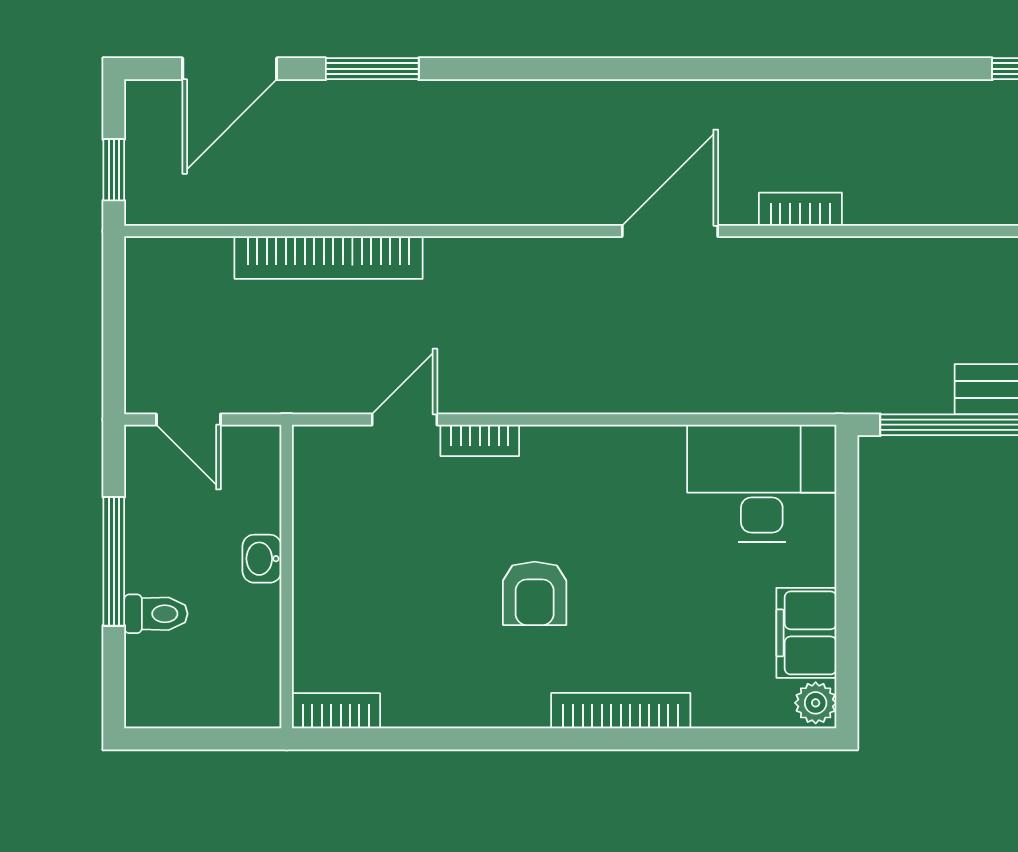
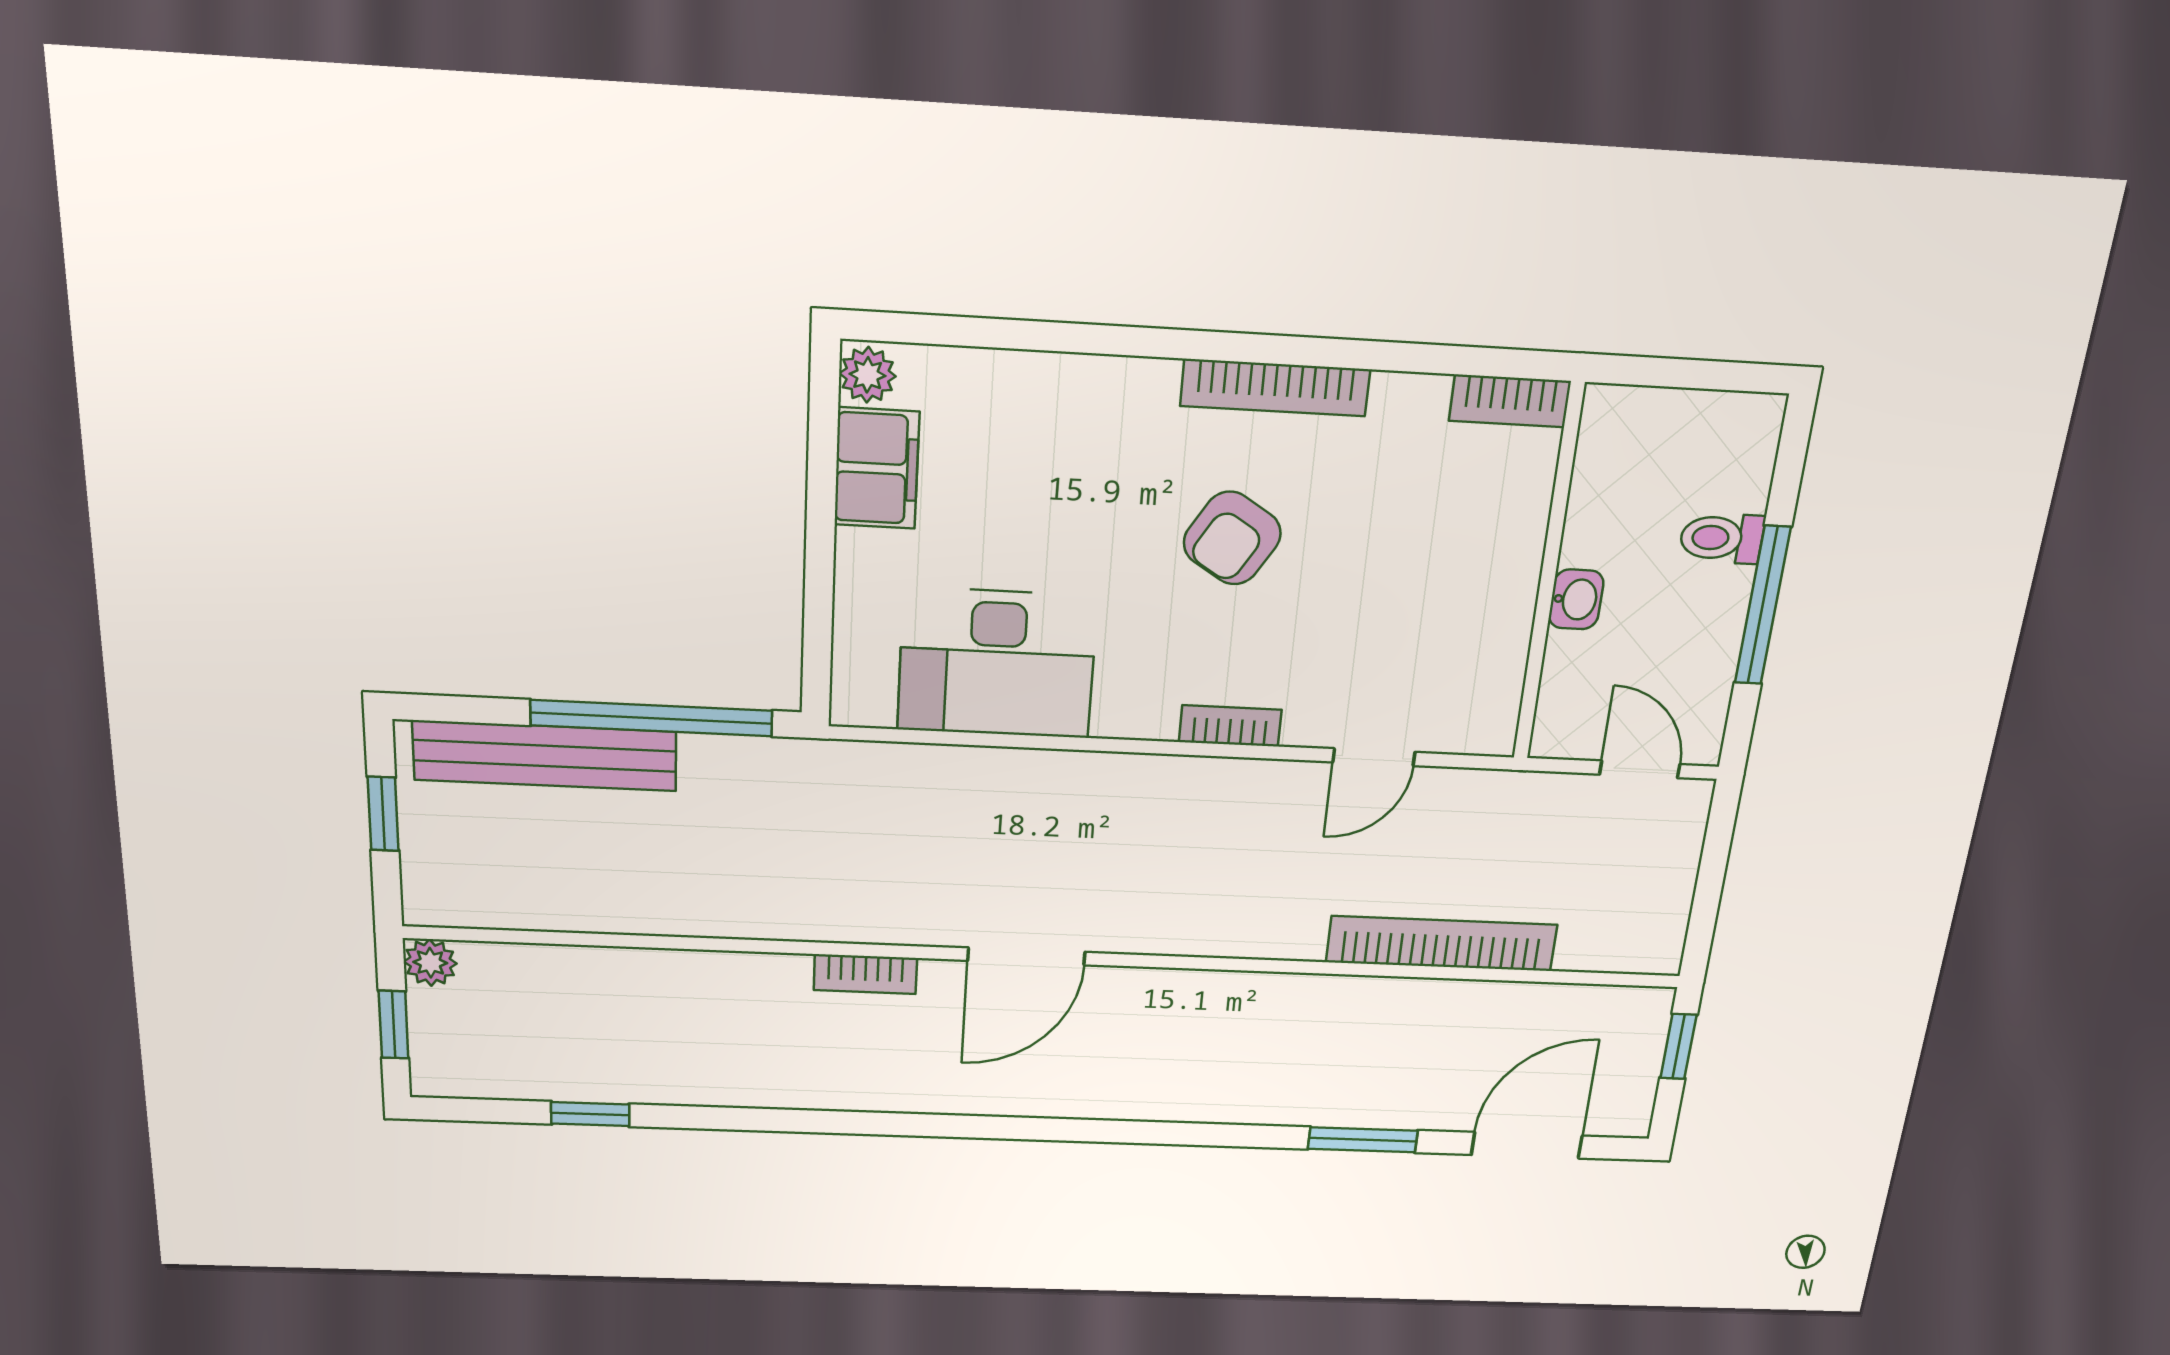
bookcase: (480, 440) -> (1230, 726), moved
desk: (762, 483) -> (997, 663), moved
armchair: (535, 593) -> (1232, 538), turned -148
bookcase: (621, 711) -> (1275, 388), moved

